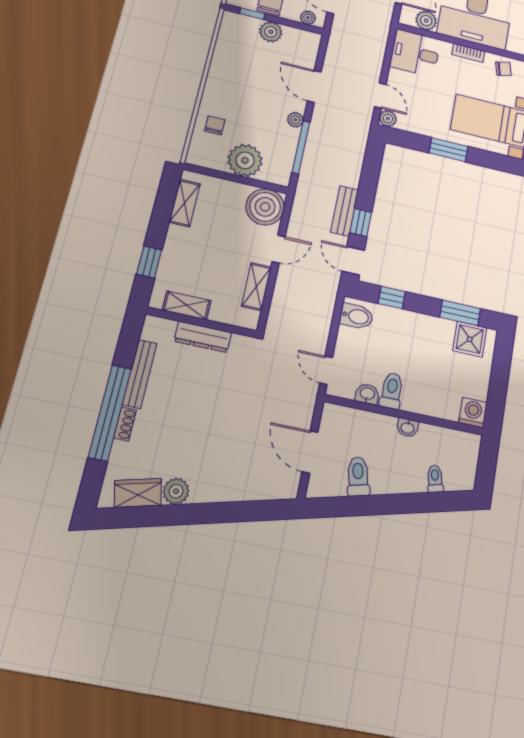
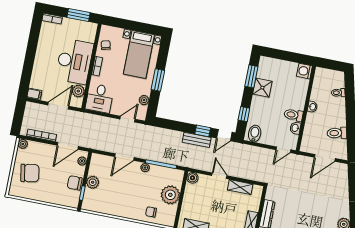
plant: (388, 119) -> (144, 100), moved
boiler: (265, 207) -> (192, 178), width x0.54, depth x0.54
shower: (470, 339) -> (262, 88), moved

